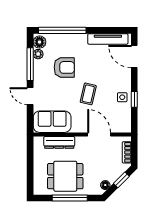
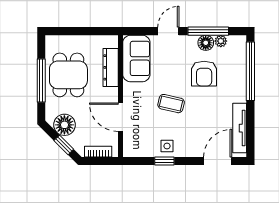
floor lamp: (39, 42) -> (206, 43), moved
door: (99, 134) -> (120, 117), swing flipped
floor lamp: (105, 185) -> (64, 125), width x1.89, depth x1.89

